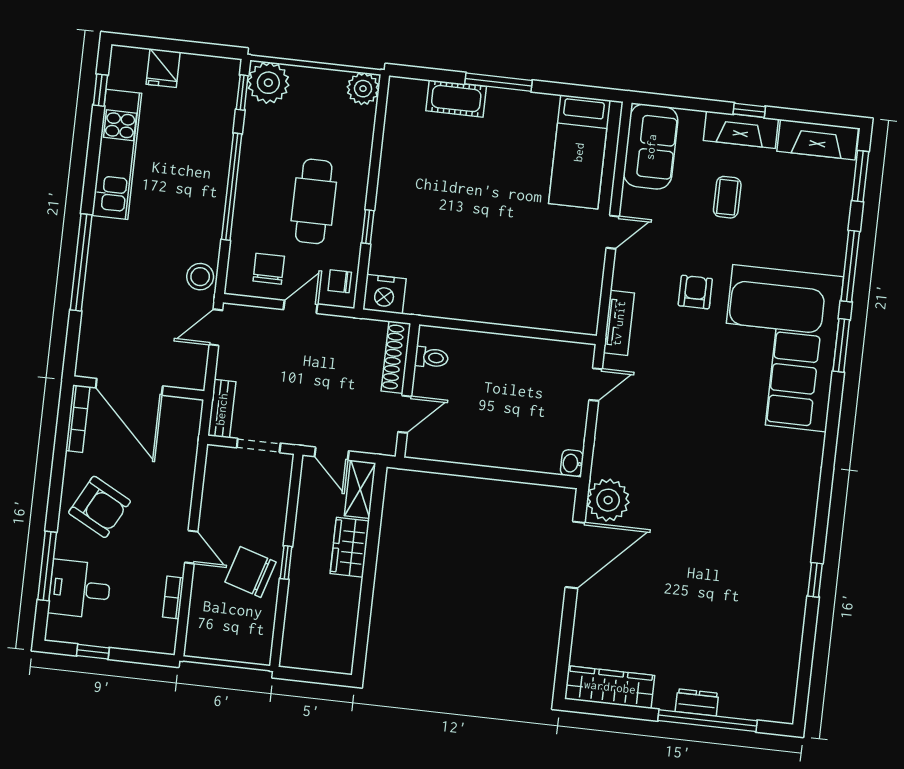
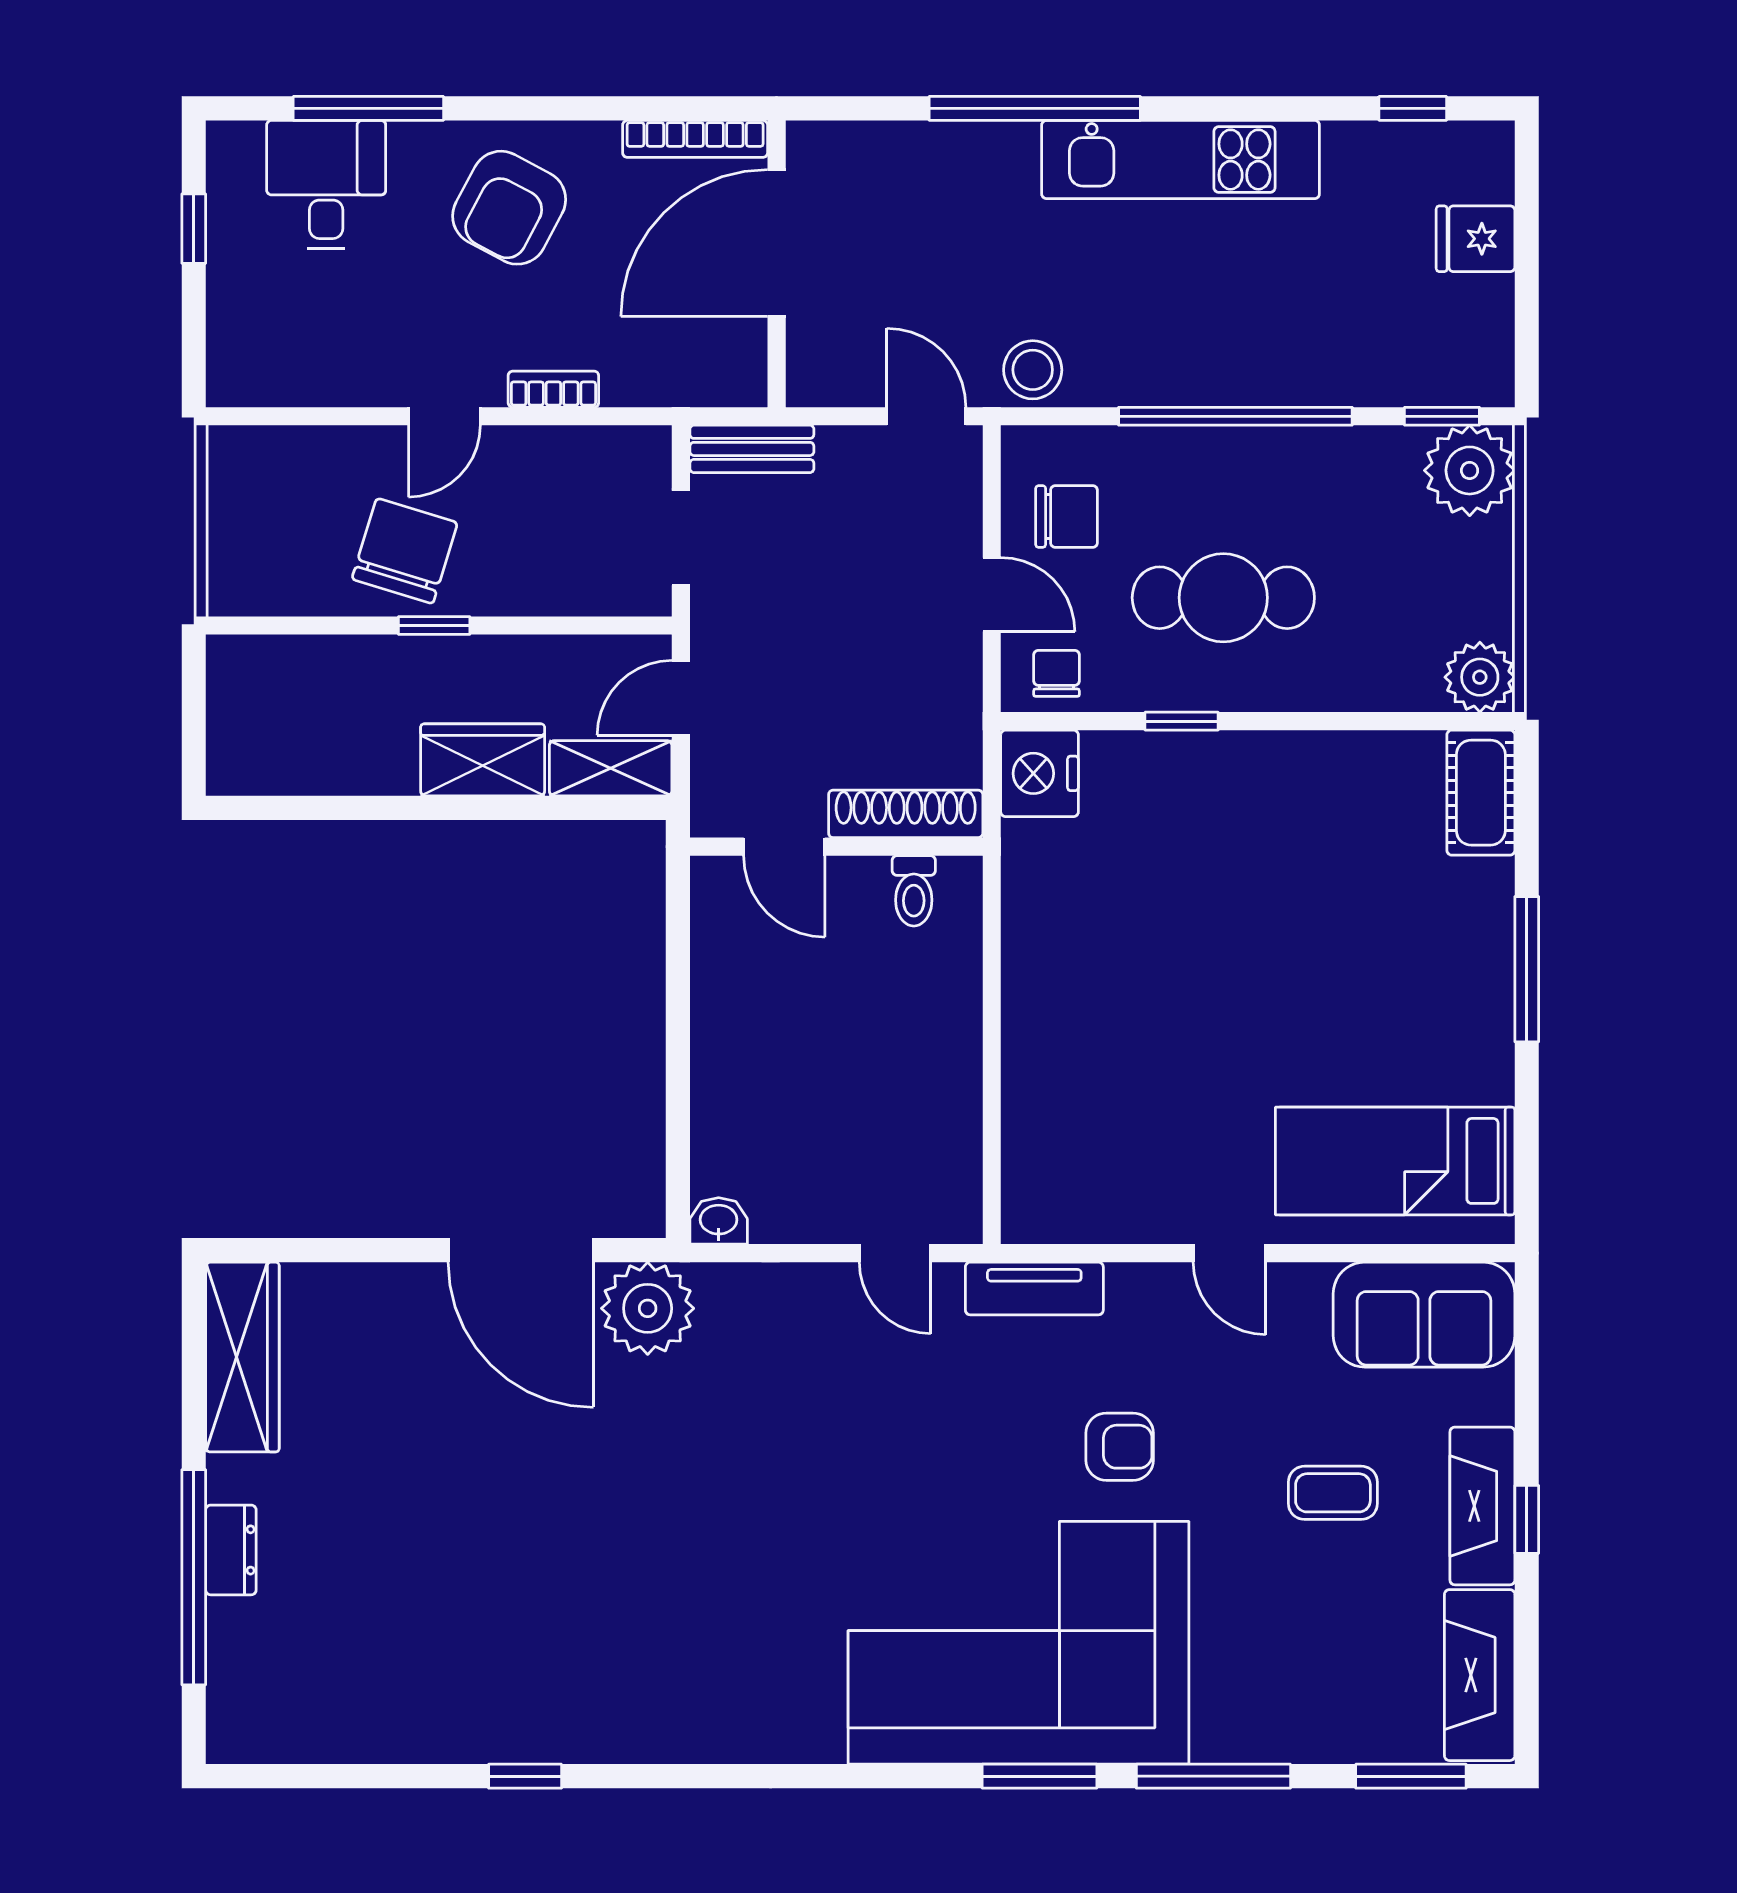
cot: (456, 99) -> (1481, 793), moved
kitchen unit: (117, 154) -> (1181, 160), moved
bookcase: (173, 597) -> (553, 389), moved

